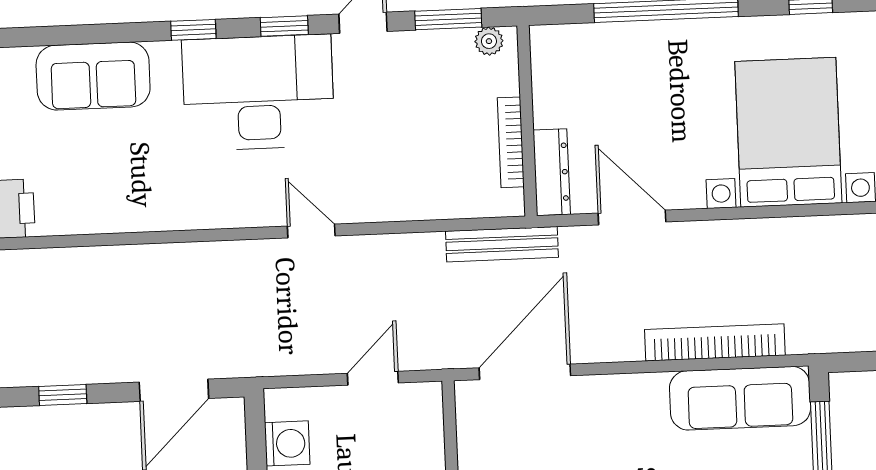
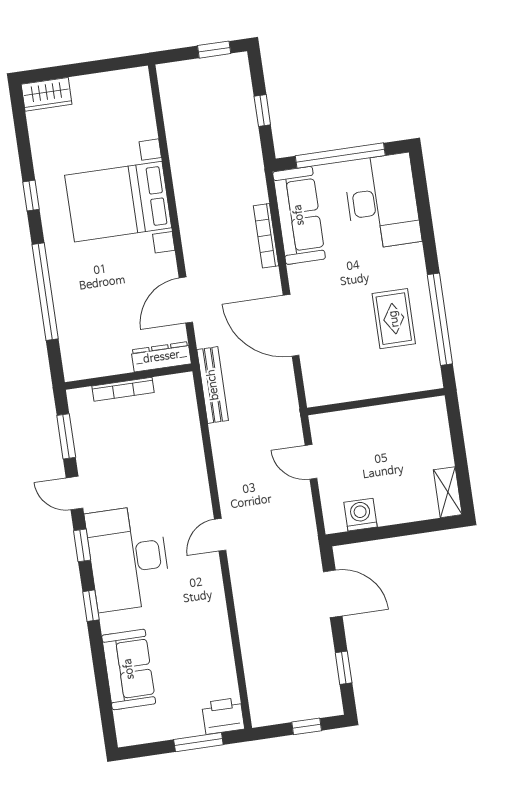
plant: (489, 41) -> (78, 408), removed
bookcase: (511, 142) -> (123, 389), moved
door: (311, 231) -> (220, 535), moved
bookcase: (715, 342) -> (266, 236), width x0.68, depth x0.76
door: (525, 372) -> (291, 325), moved

